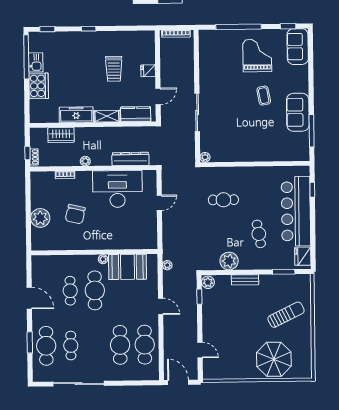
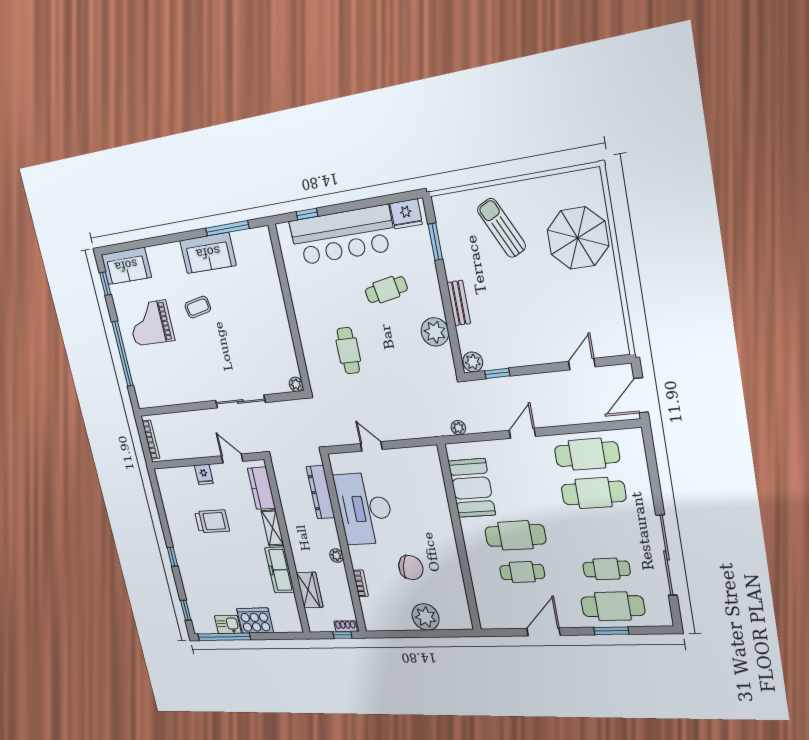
plant: (103, 259) -> (467, 525), removed

